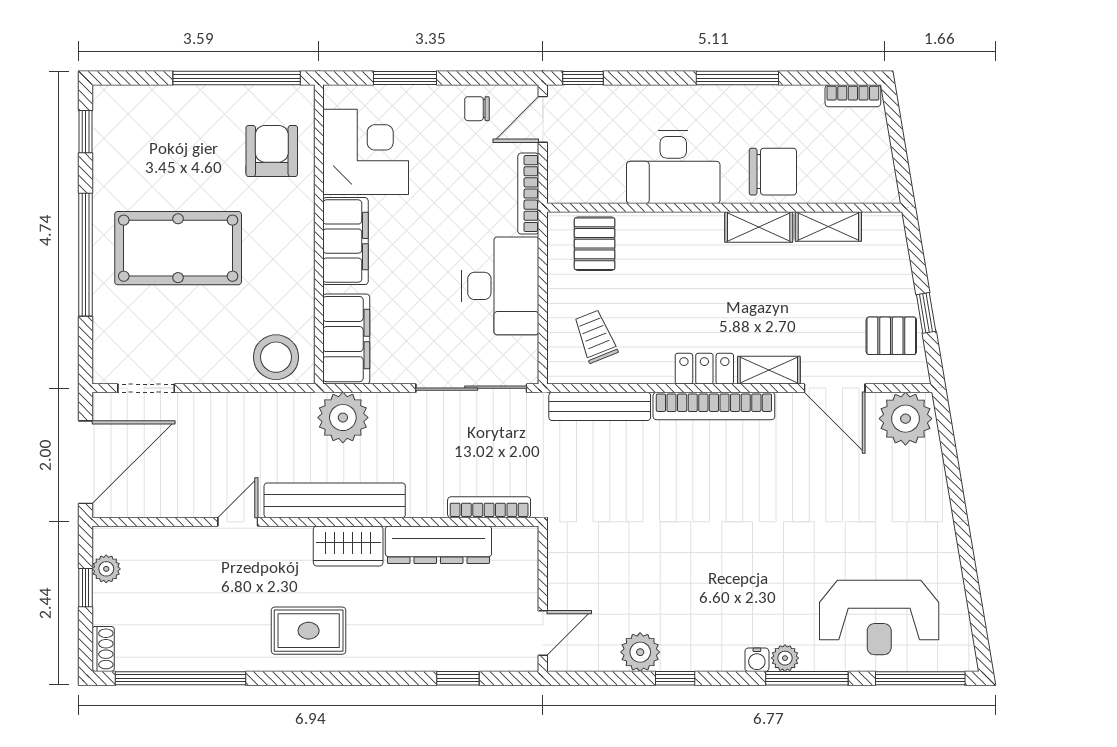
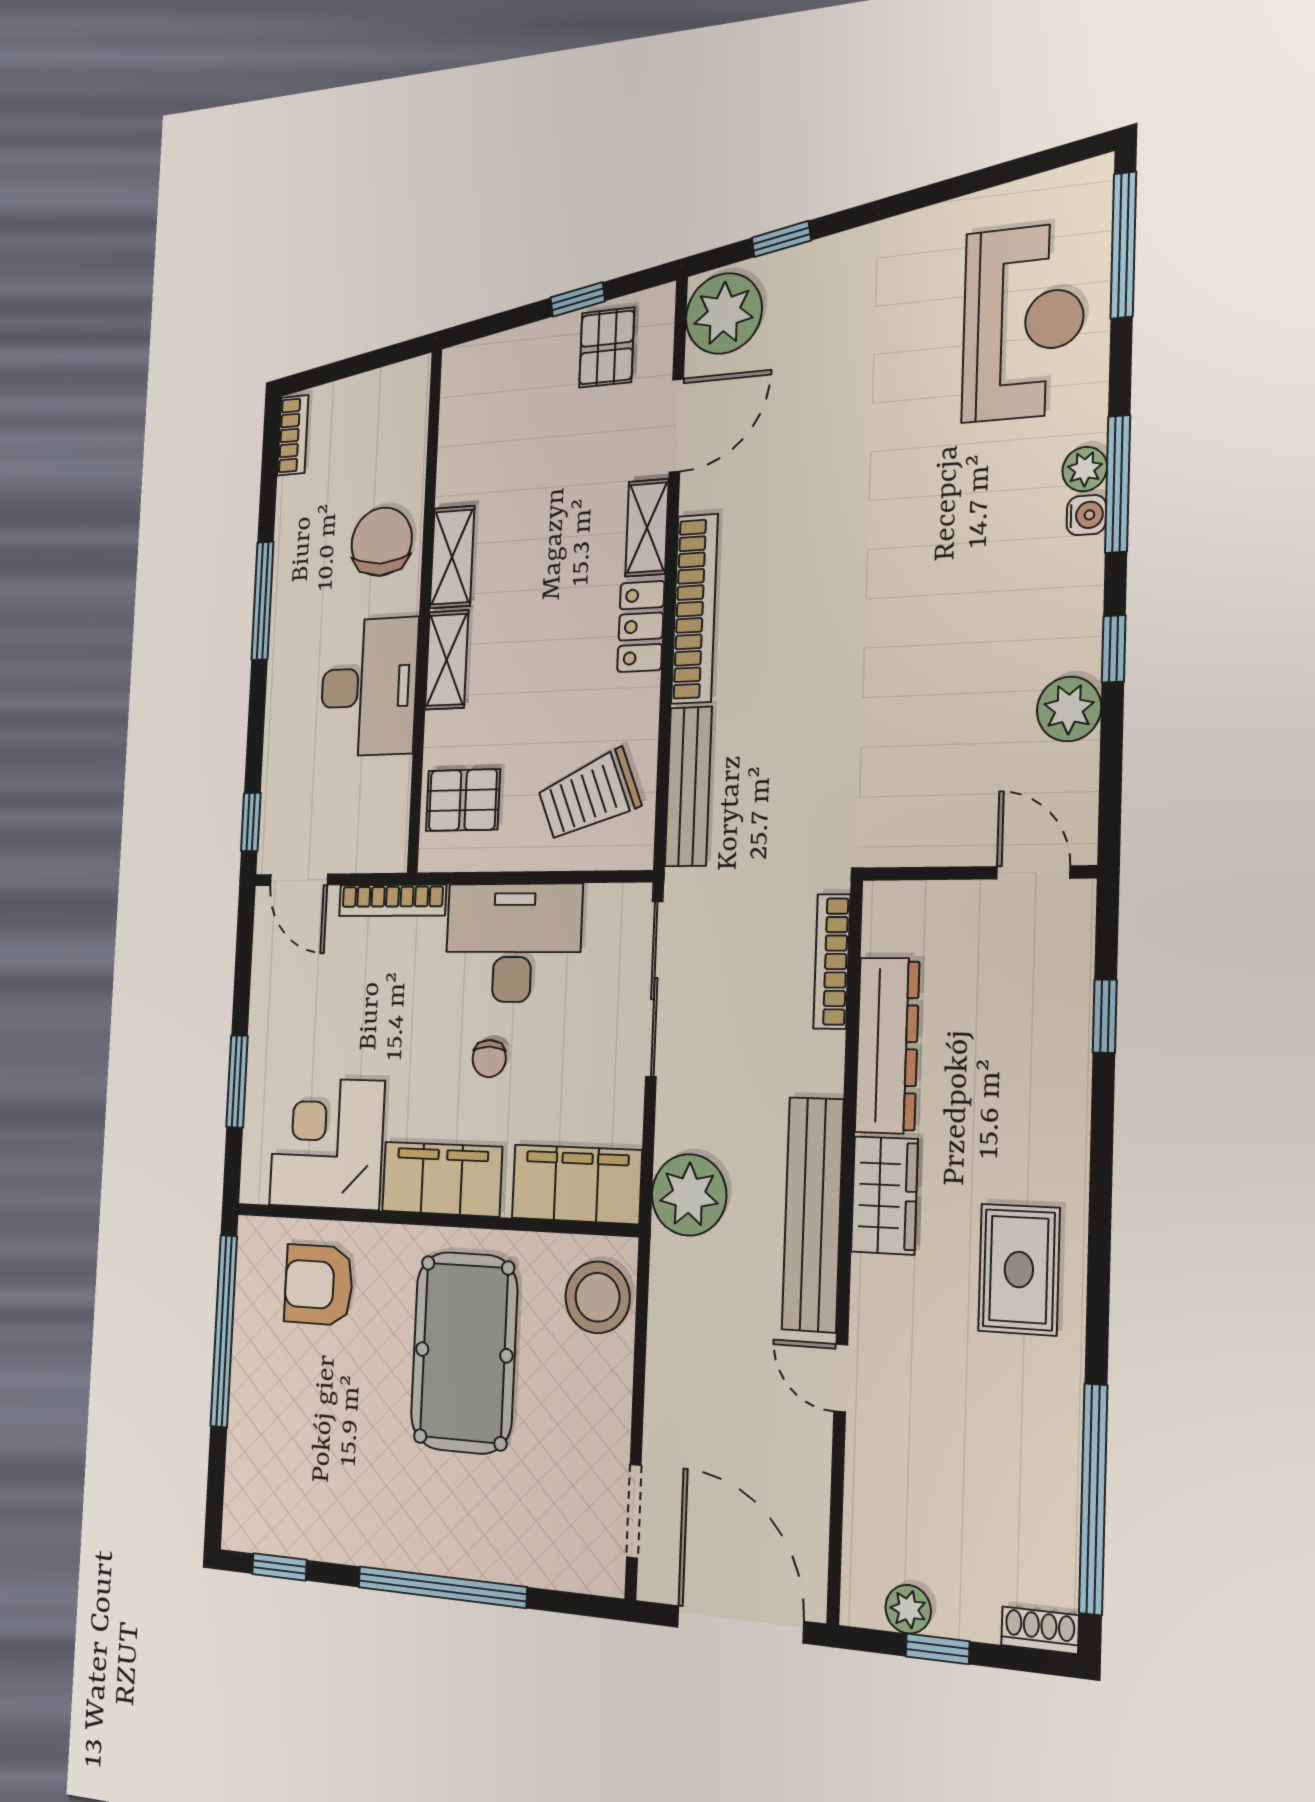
chair: (477, 109) -> (489, 1059), moved
shelving: (828, 227) -> (447, 660), moved
pool table: (178, 248) -> (464, 1352), moved
trolley: (595, 336) -> (589, 796), width x1.36, depth x1.39
window: (950, 457) -> (781, 239), added
window: (807, 678) -> (1118, 484), moved

